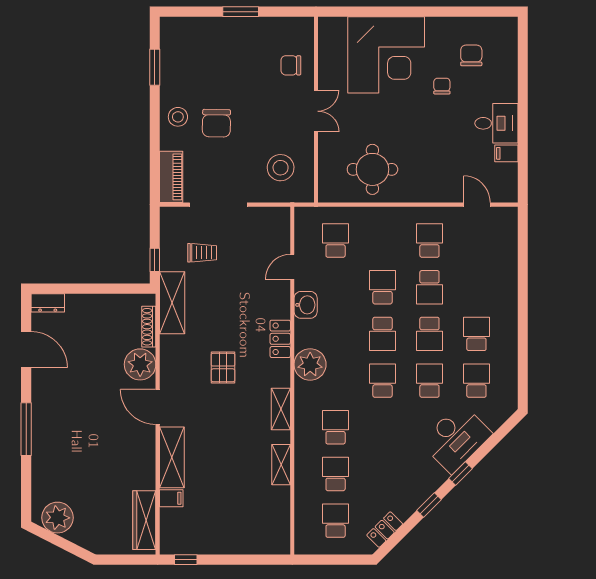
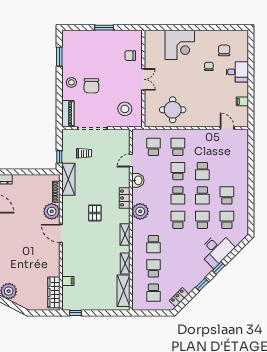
corner desk: (386, 55) -> (180, 45), width x0.74, depth x0.74
desk: (496, 123) -> (237, 72), moved
school desk: (429, 241) -> (178, 147), moved
school desk: (336, 427) -> (153, 244), turned 180
shelving: (172, 457) -> (124, 291), moved
school desk: (336, 521) -> (153, 293), turned 180

